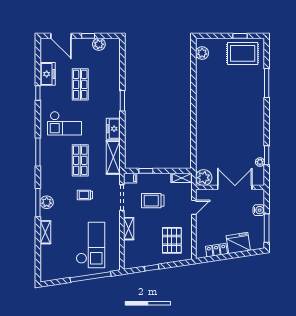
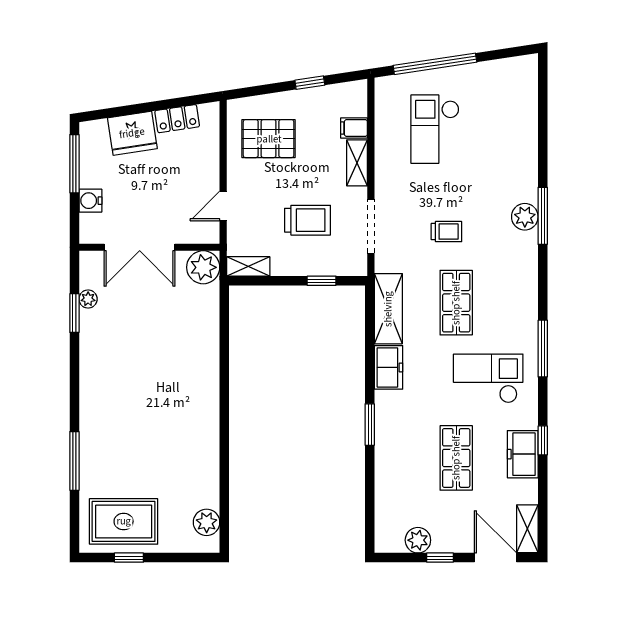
freezer: (48, 74) -> (523, 454), moved
window: (38, 152) -> (543, 349), moved
filing cabinet: (130, 178) -> (354, 128), moved
shelving: (45, 232) -> (527, 529), moved
pallet: (172, 240) -> (269, 139), turned 90
checkout: (91, 245) -> (435, 129), width x0.73, depth x0.83

